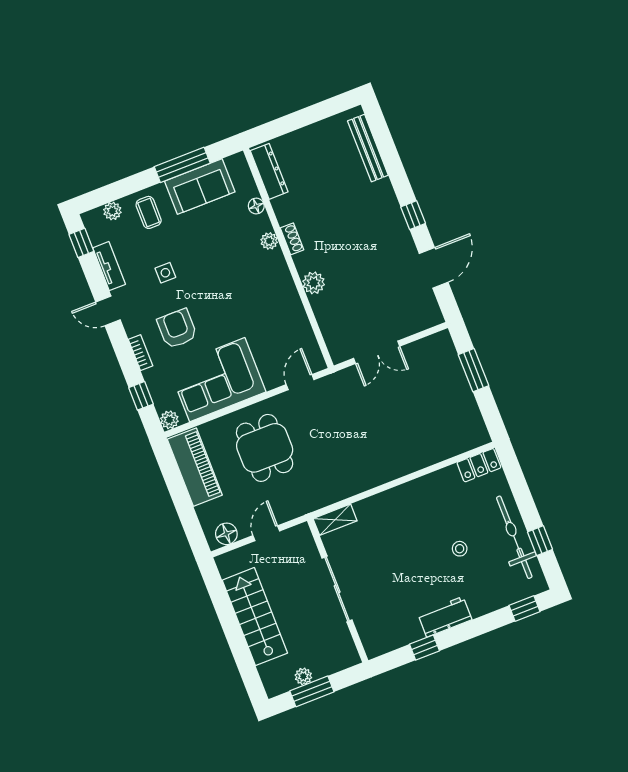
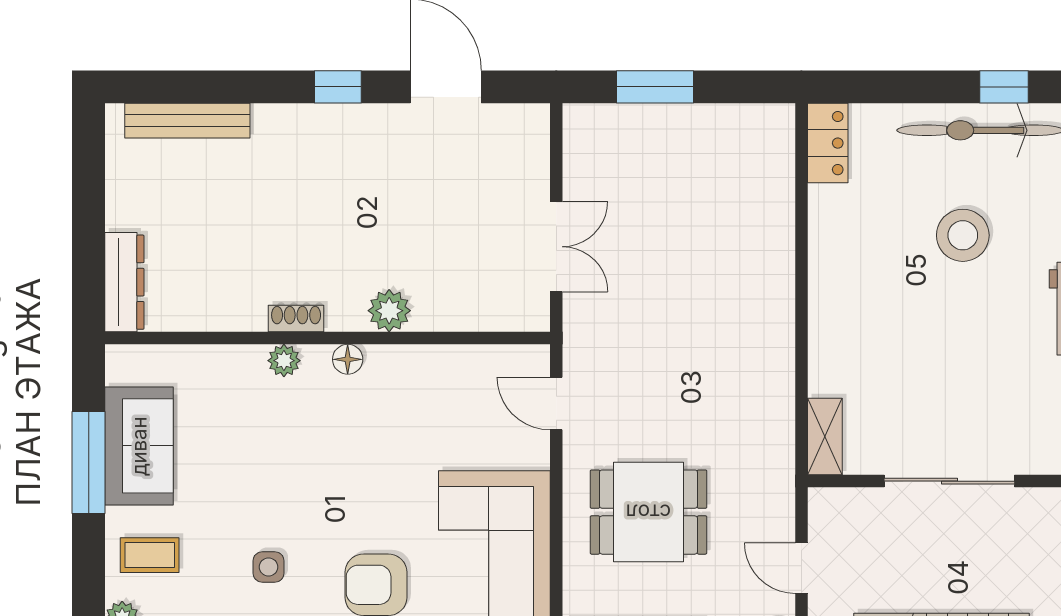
dresser: (269, 171) -> (124, 282), moved, turned 90
floor lamp: (256, 206) -> (348, 359), moved
stool: (460, 549) -> (963, 235), width x1.89, depth x1.89

